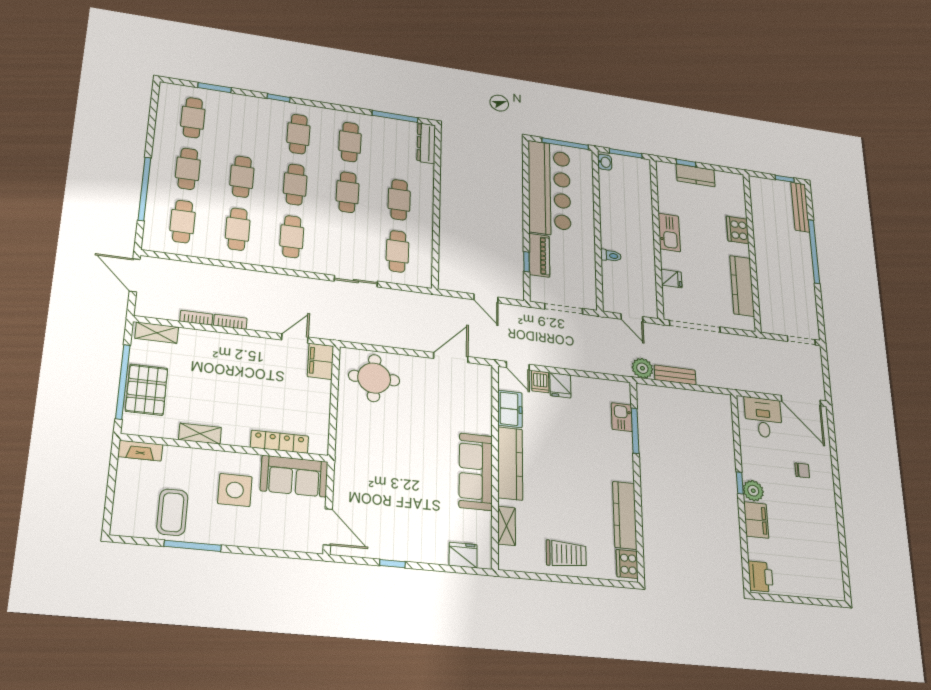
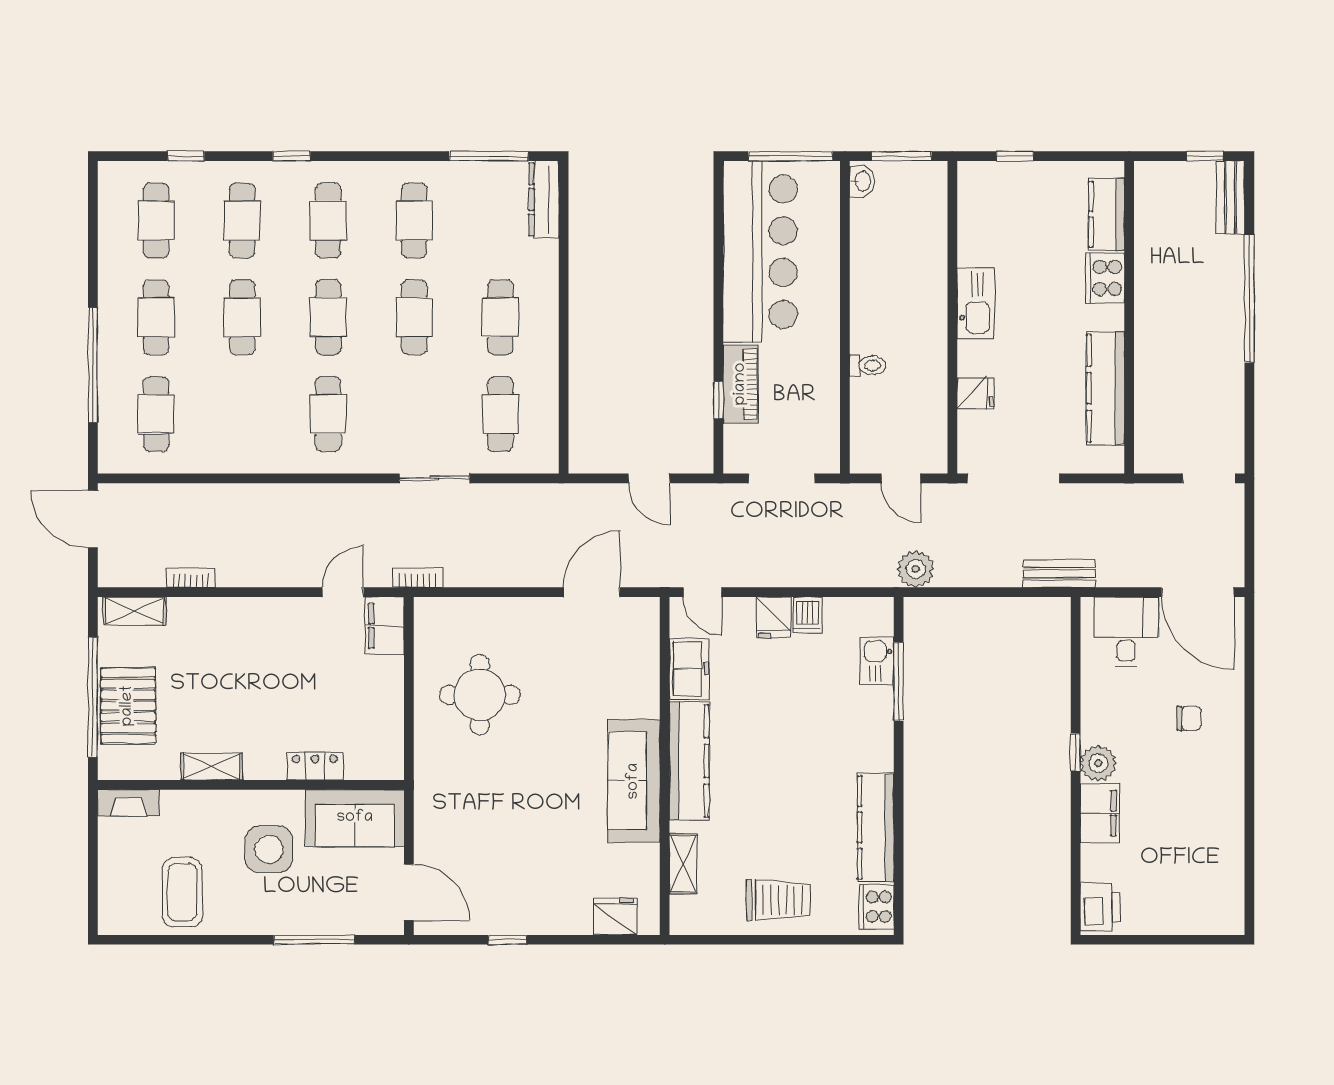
window: (215, 88) -> (186, 156), width x0.67
kitchen counter: (696, 175) -> (1107, 214), moved, turned 90
bench: (800, 207) -> (1231, 197), width x0.73
cafe table: (238, 229) -> (242, 220), moved
bookcase: (230, 322) -> (418, 577), moved
bench: (675, 375) -> (1059, 574), moved
round table: (374, 378) -> (480, 695), moved
dishwasher: (540, 382) -> (807, 615), moved
locker: (279, 442) -> (315, 766), width x0.66
window: (193, 546) -> (314, 940), moved

